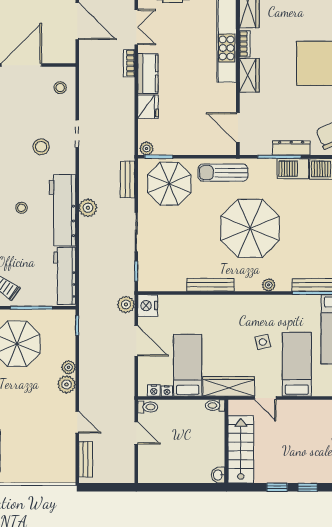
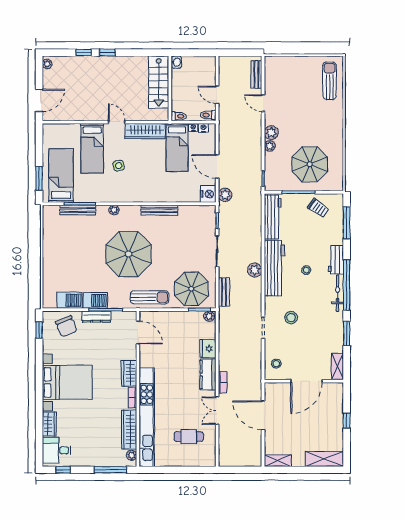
toilet: (215, 406) -> (179, 116), moved
wall: (226, 441) -> (170, 88), moved
stairs: (241, 449) -> (159, 82), moved
washbasin: (218, 475) -> (176, 62), moved

